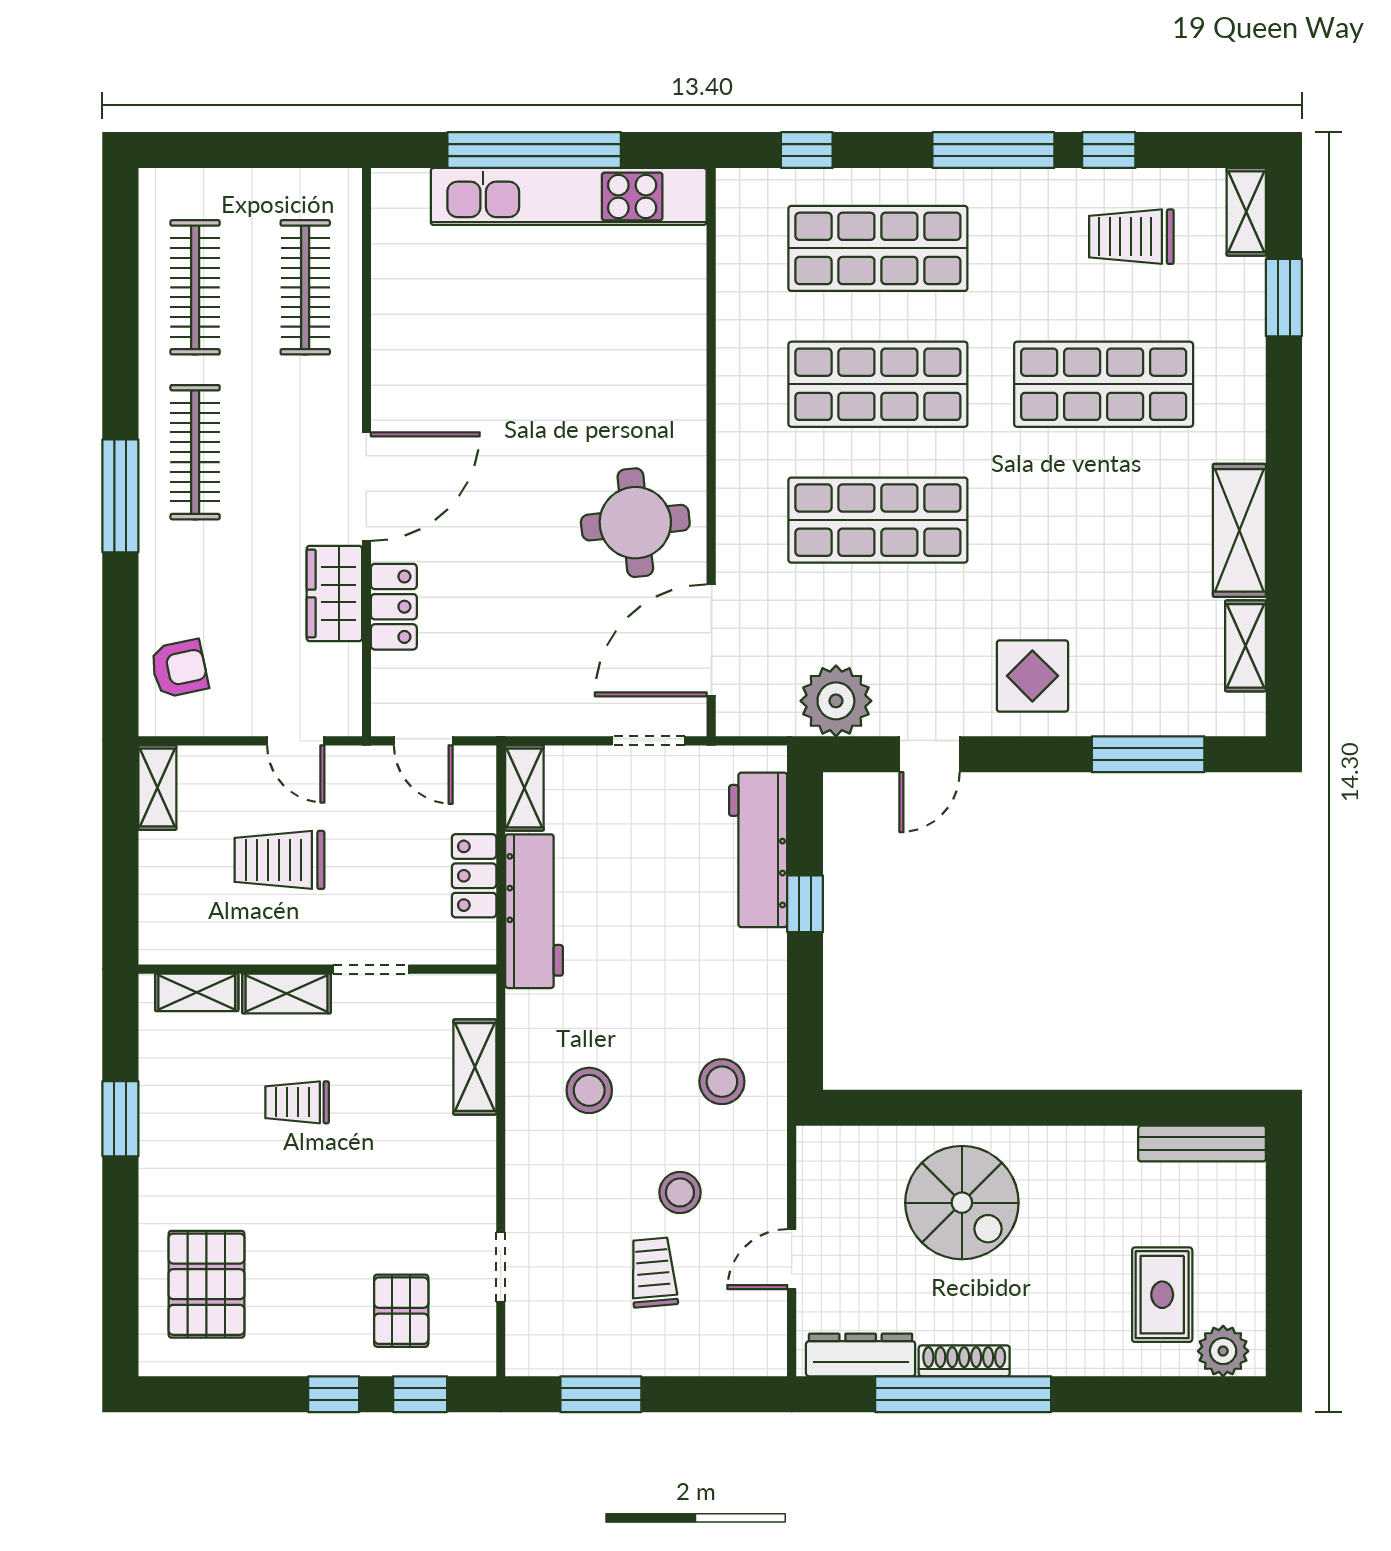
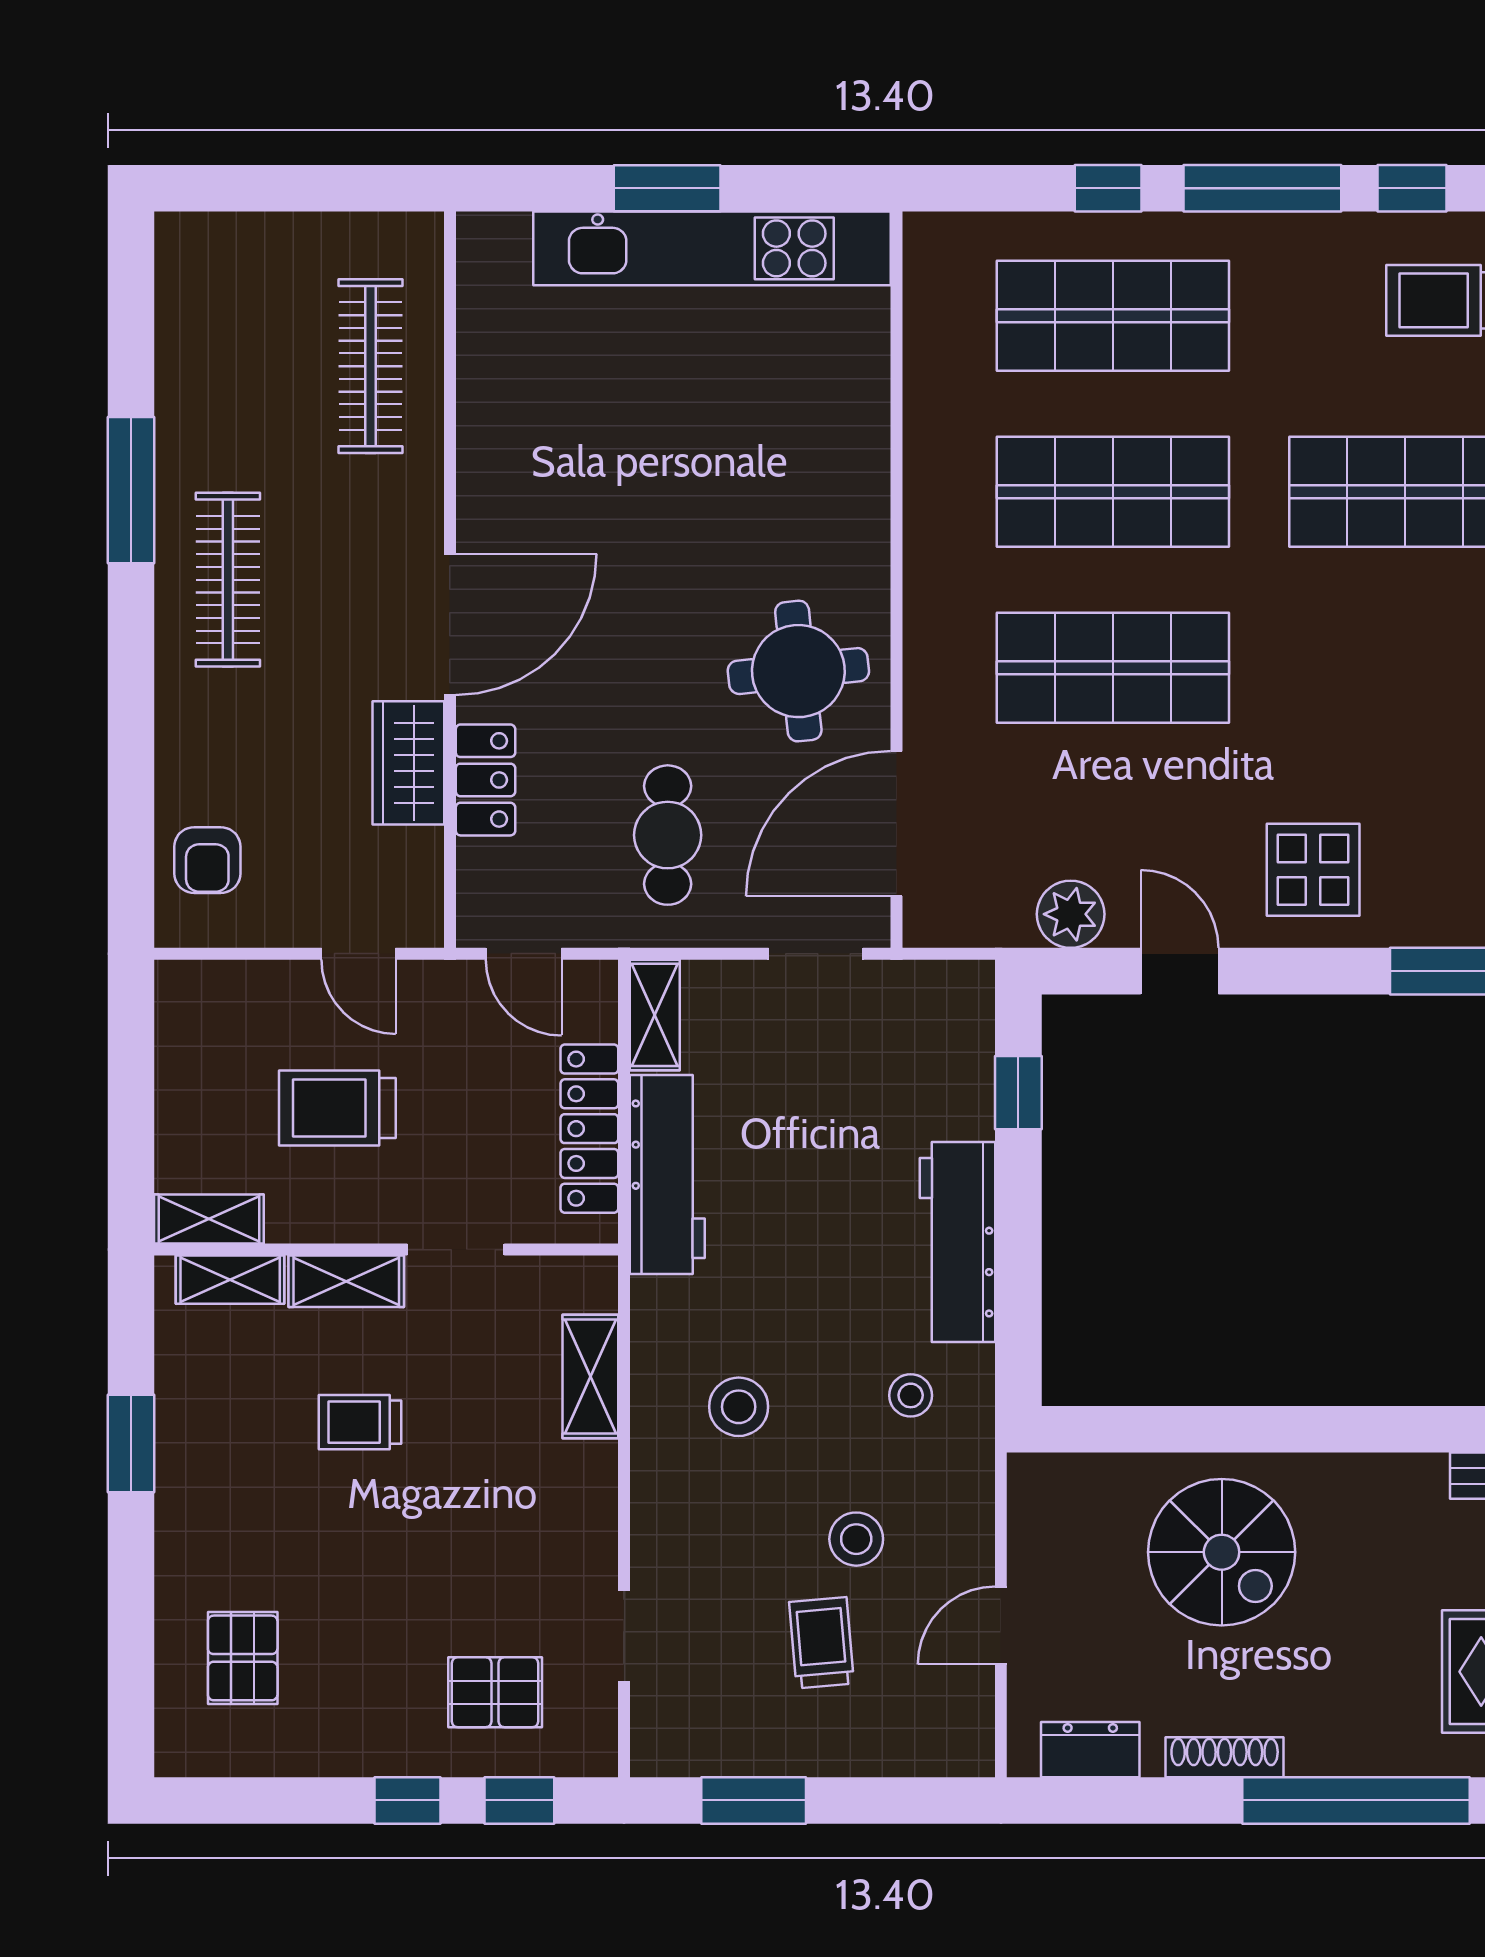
window: (534, 150) -> (667, 188), width x0.47
window: (807, 150) -> (1108, 188), moved
clothes rail: (195, 287) -> (228, 366), removed
window: (120, 496) -> (131, 490), moved
cafe table: (534, 649) -> (668, 835), added
armchair: (179, 669) -> (207, 860), turned 102
plant: (836, 701) -> (1071, 914), width x0.73, depth x0.73
door: (930, 754) -> (1180, 971), swing flipped
shelving: (157, 788) -> (209, 1219), moved, turned 90
workbench: (758, 850) -> (958, 1242), moved
locker: (474, 876) -> (589, 1129), width x1.53
window: (805, 904) -> (1018, 1093), moved
stool: (722, 1082) -> (911, 1395), width x0.73, depth x0.73
pallet: (206, 1284) -> (243, 1658), width x0.67, depth x0.71
pallet: (401, 1311) -> (495, 1692), turned 90
dresser: (861, 1355) -> (1090, 1750), width x0.70
window: (963, 1394) -> (1356, 1800), moved

